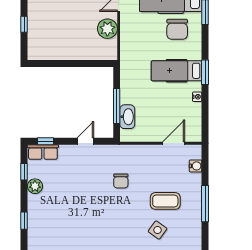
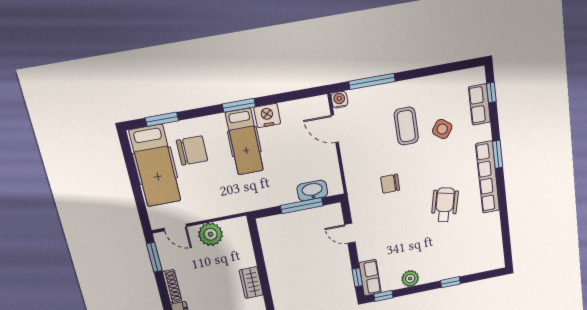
wardrobe: (60, 53) -> (251, 283), added
nightstand: (197, 97) -> (267, 115), width x1.89, depth x1.79
water cooler: (196, 166) -> (339, 100), moved
window: (24, 172) -> (383, 296), moved
chair: (121, 181) -> (390, 184), turned 180
window: (205, 204) -> (372, 81), moved
wheelchair: (94, 224) -> (445, 205), added

